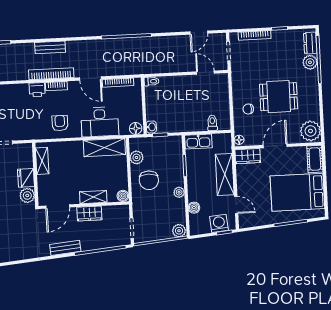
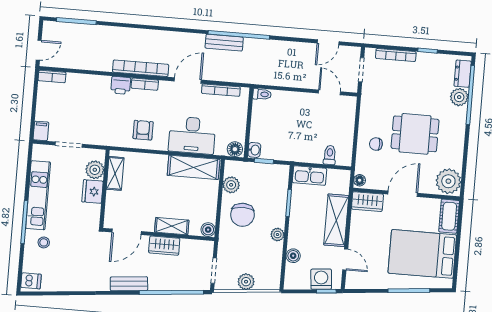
bench: (50, 47) -> (224, 43), moved
door: (90, 78) -> (188, 80), swing flipped
plant: (27, 195) -> (95, 170), moved
plant: (179, 231) -> (246, 282), moved

